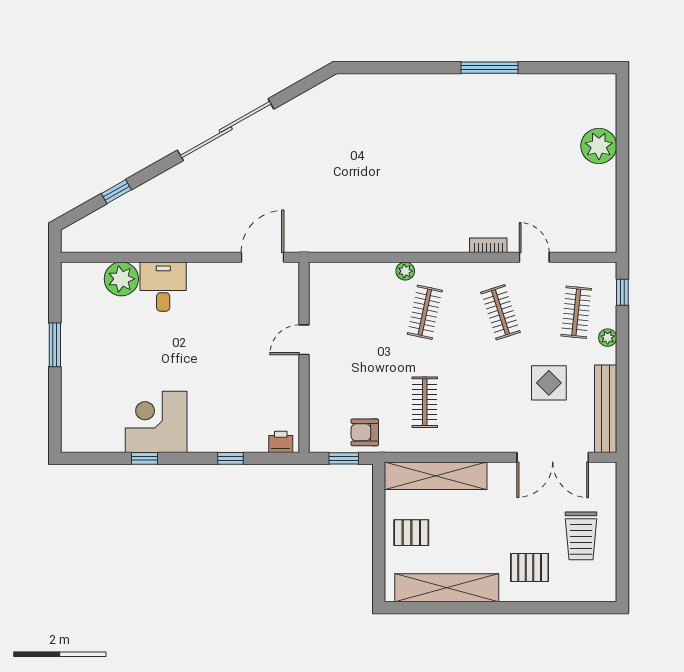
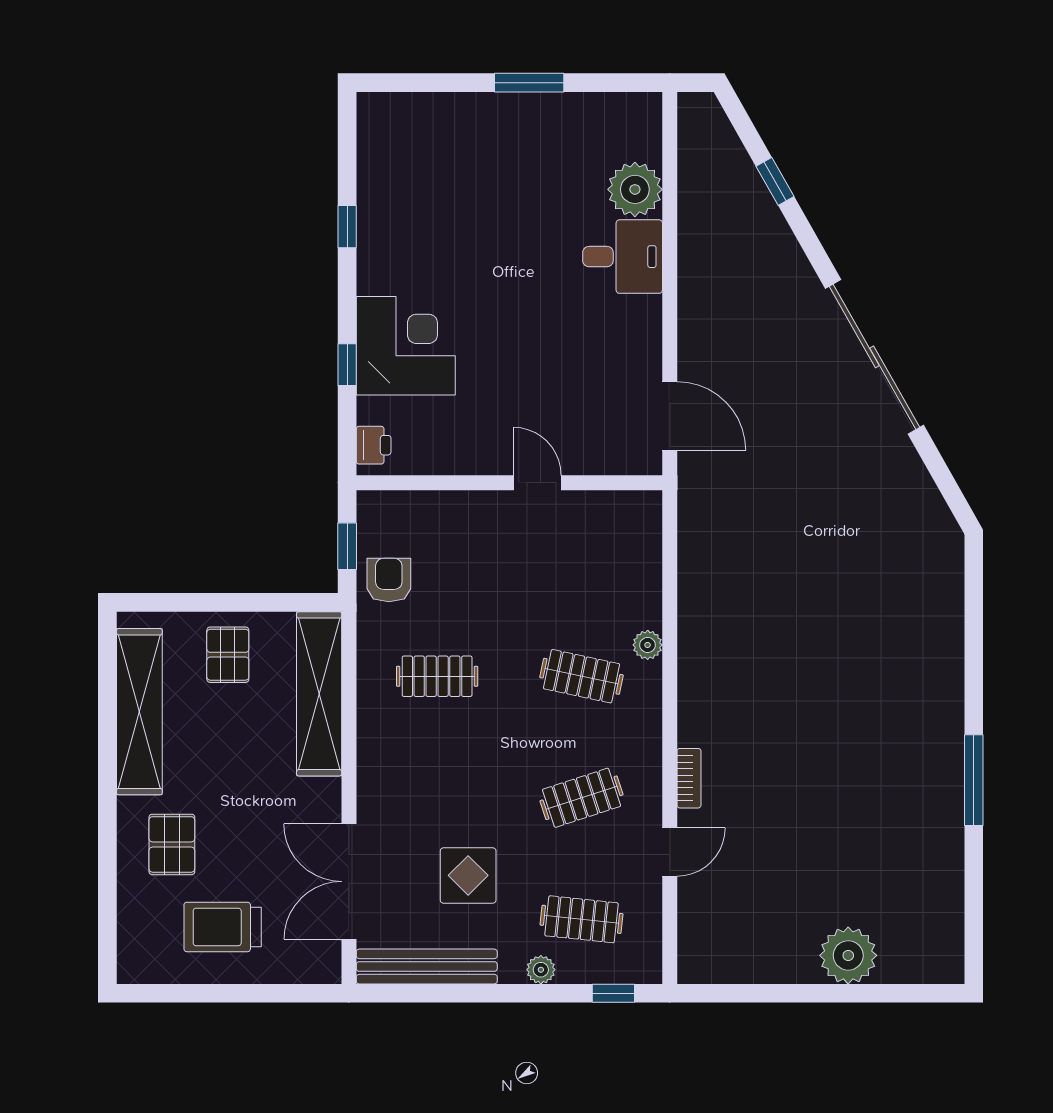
corner desk: (156, 422) -> (406, 346), moved

